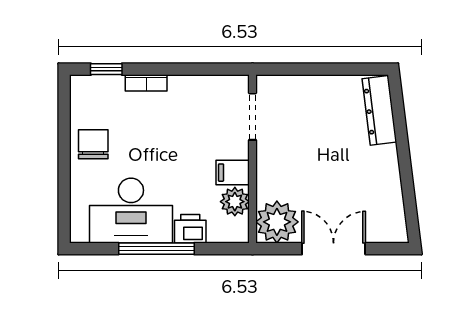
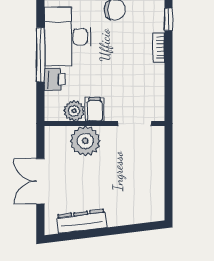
dresser: (379, 110) -> (82, 221), moved
plant: (277, 222) -> (85, 141), moved
double door: (334, 249) -> (40, 181), swing flipped

